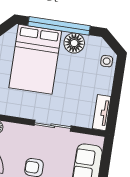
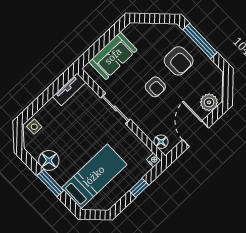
window: (59, 26) -> (50, 183), width x0.47
bed: (35, 59) -> (94, 176), width x0.67

